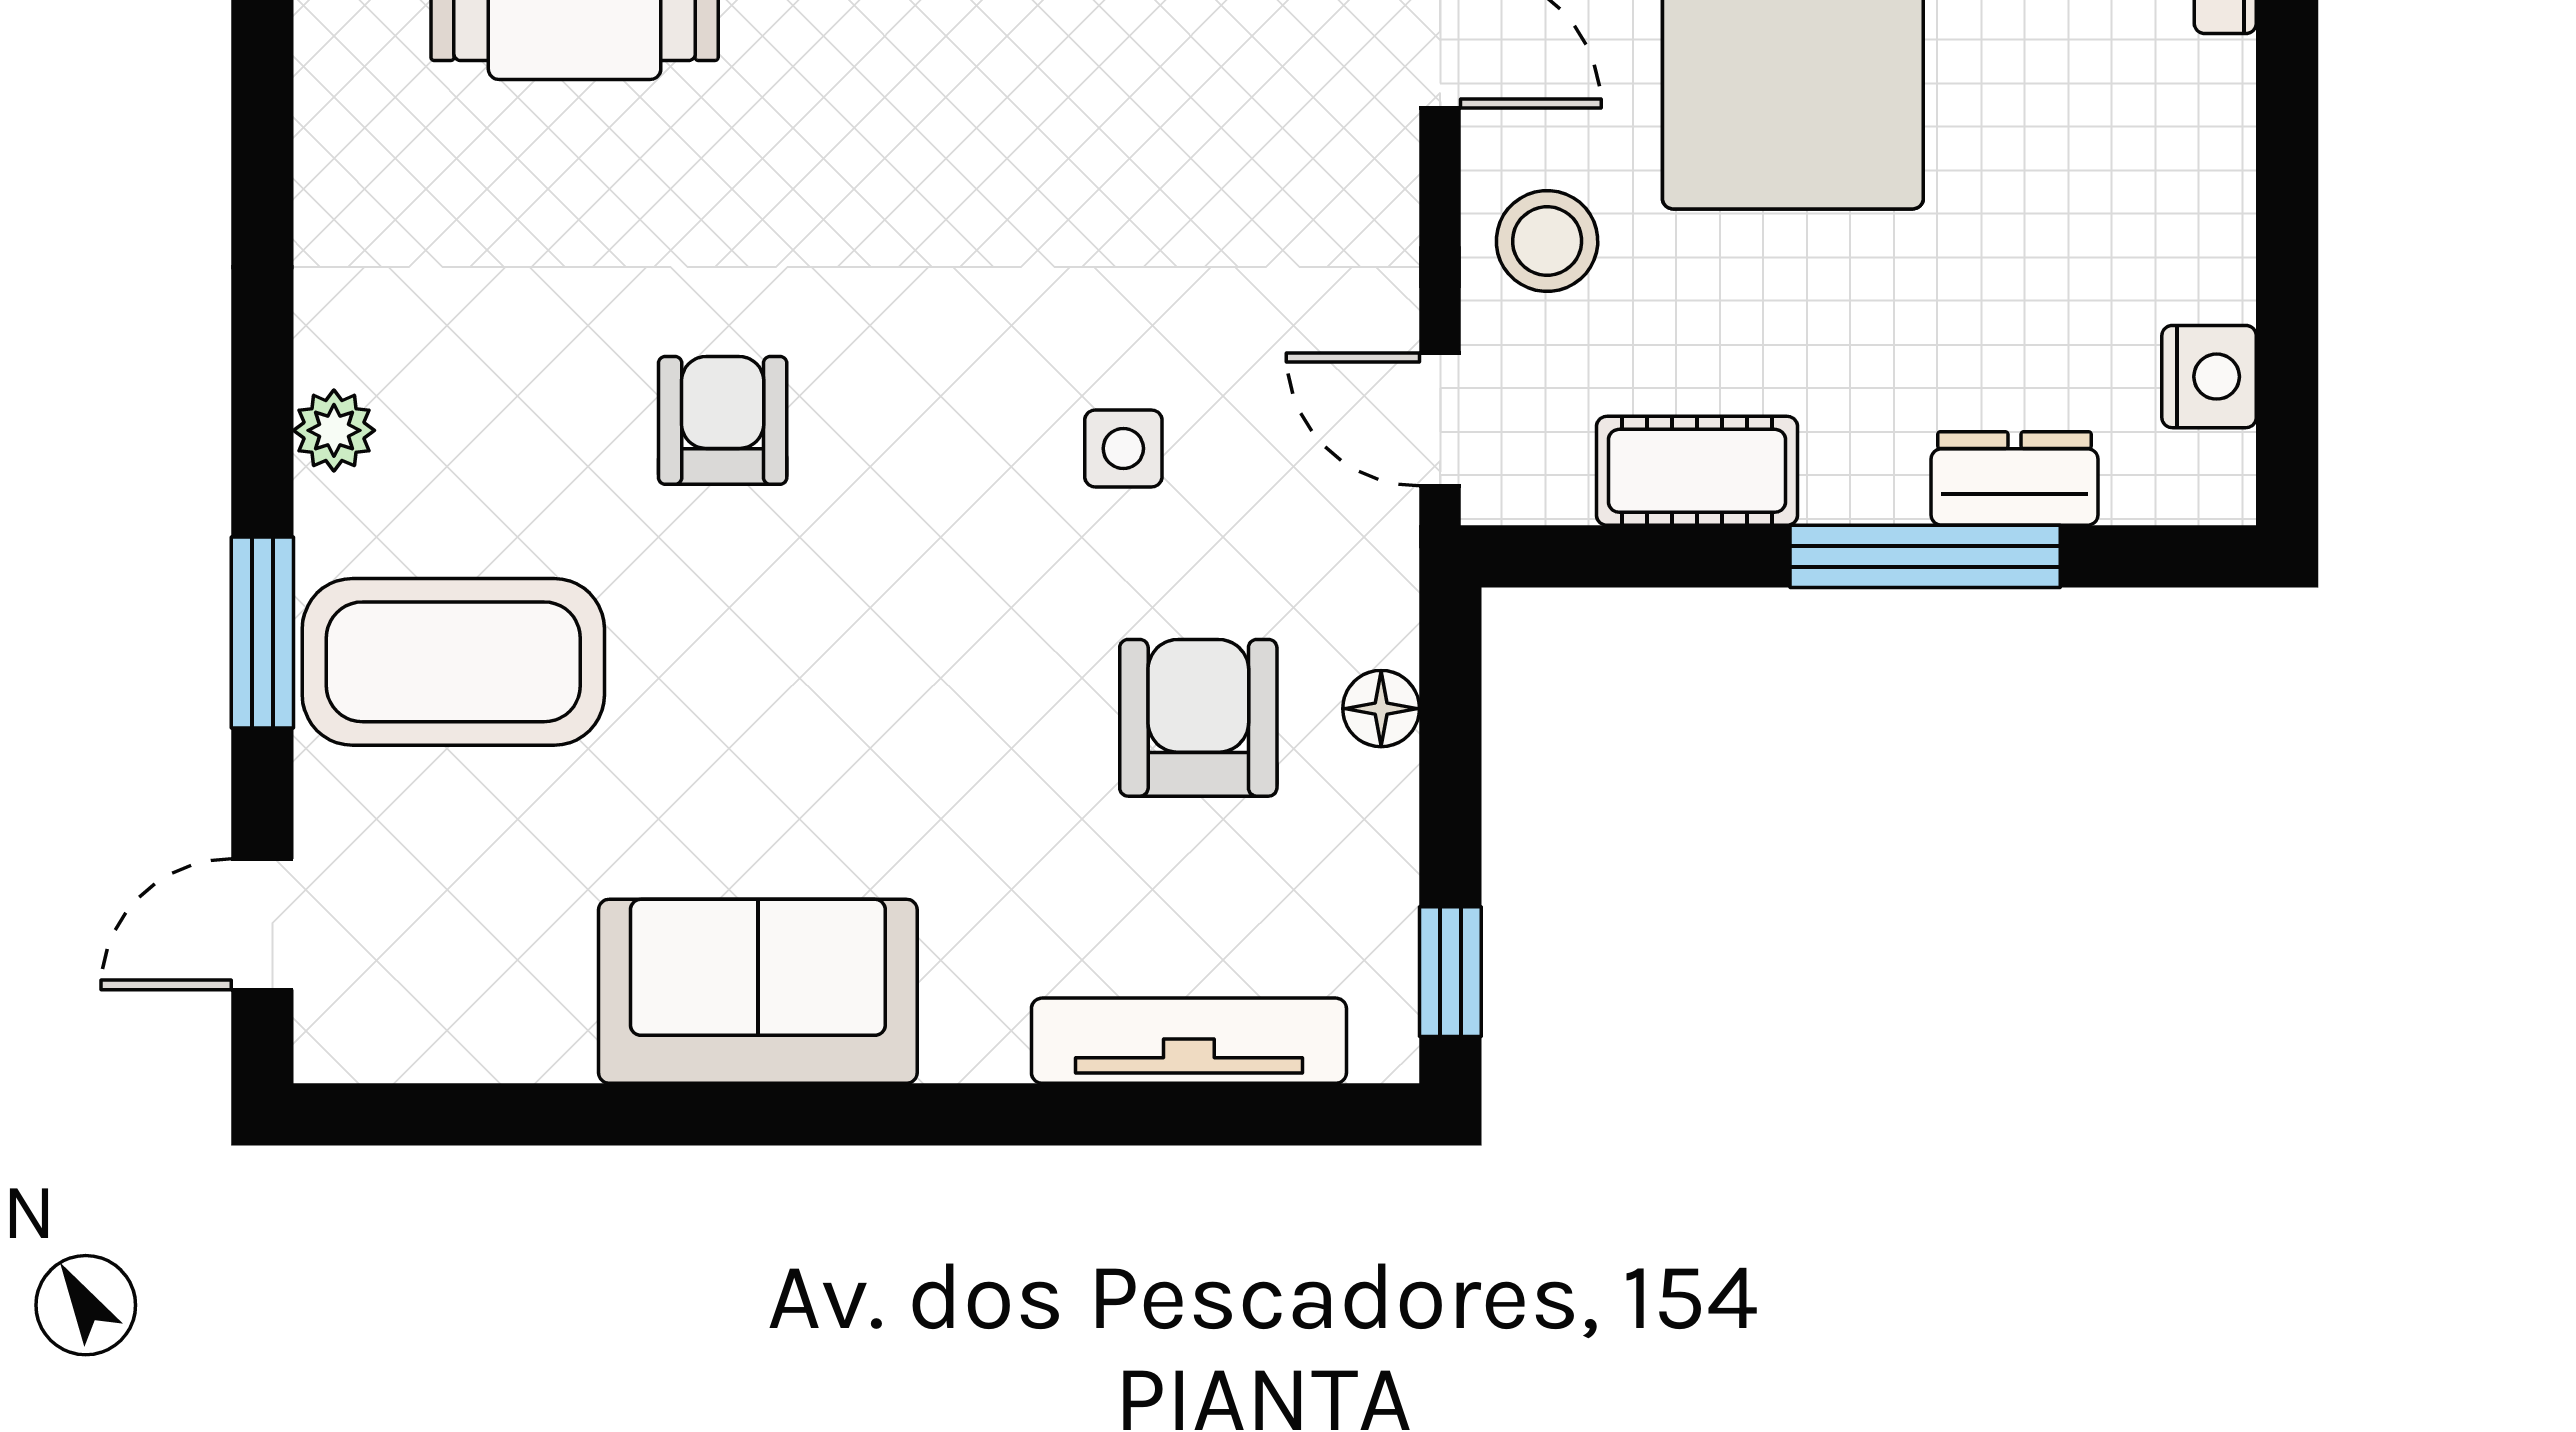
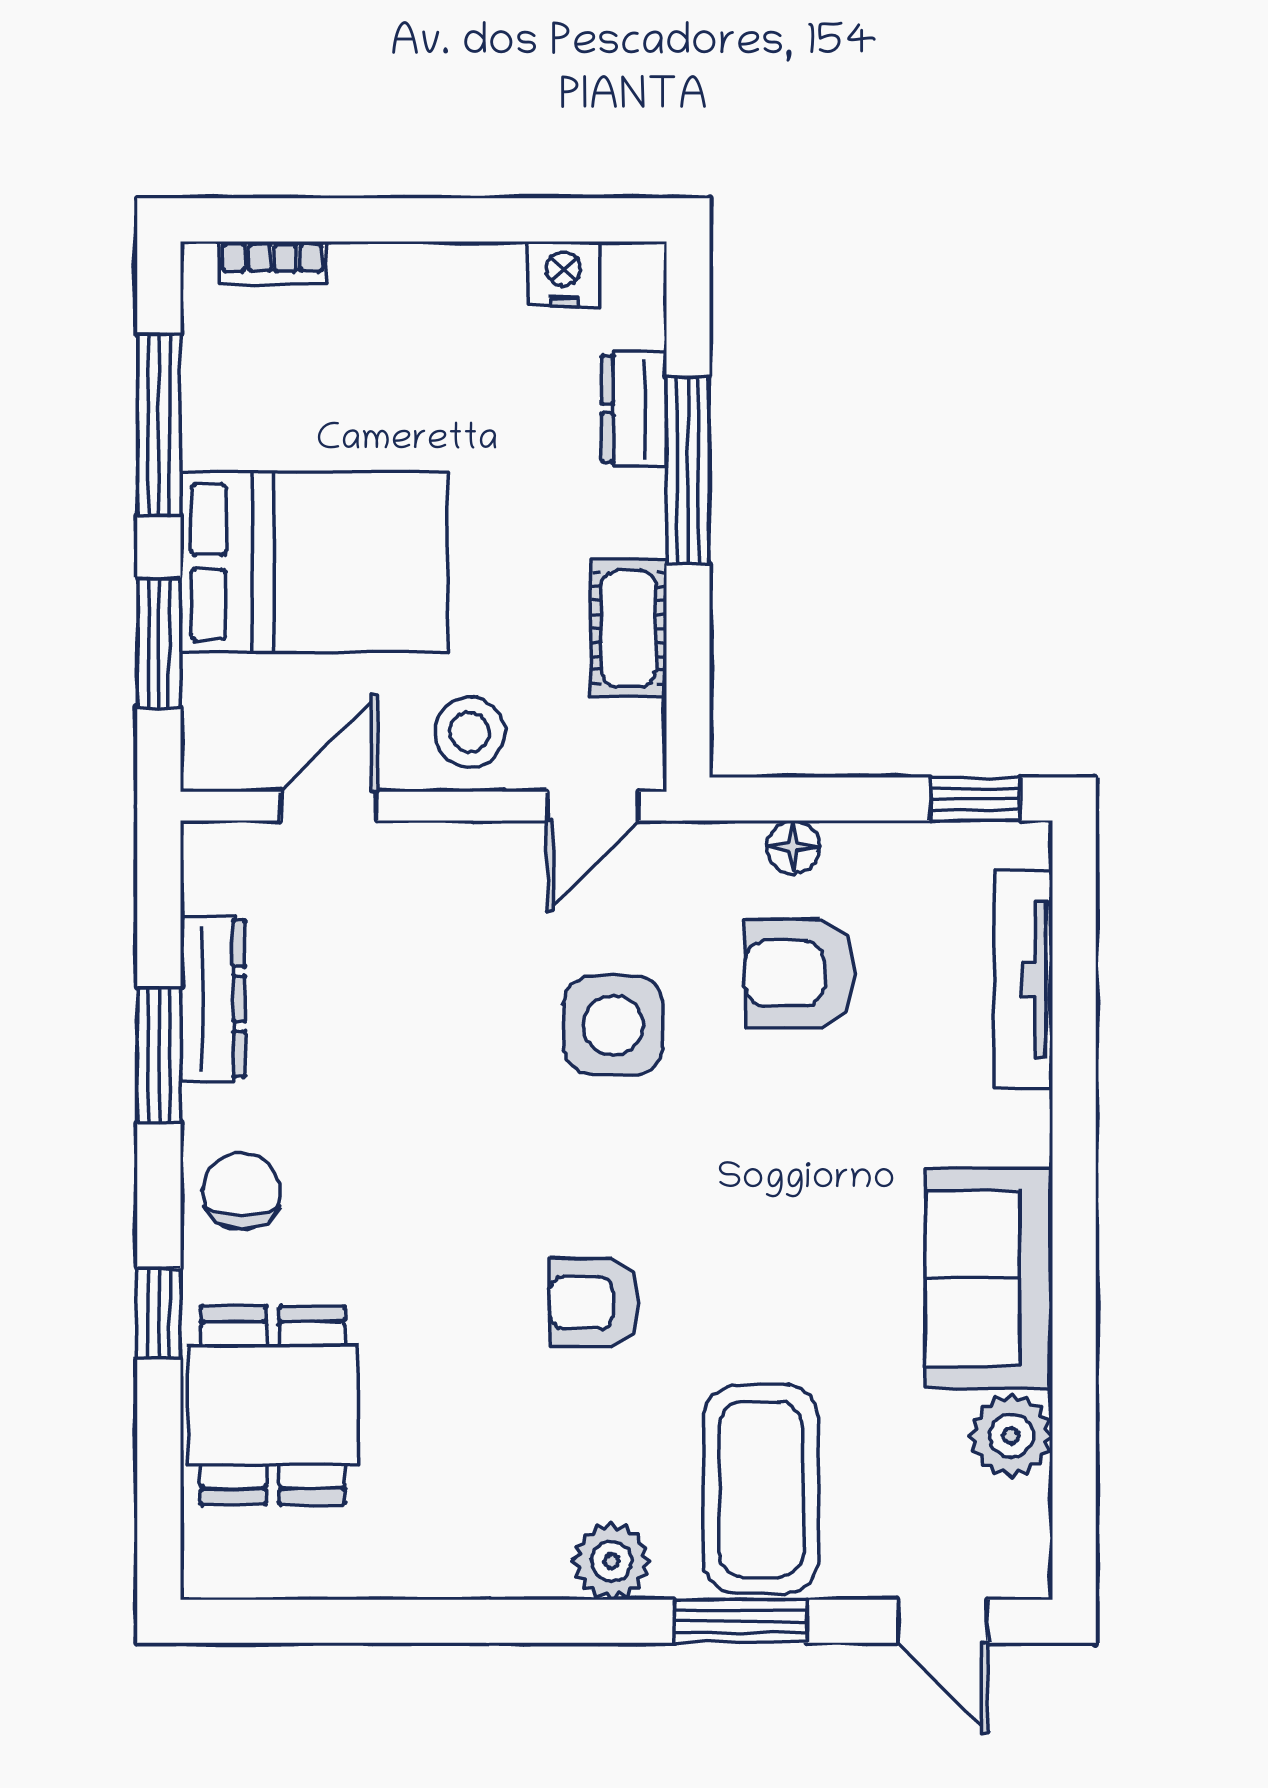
plant: (334, 430) -> (611, 1561), width x1.38, depth x1.38
side table: (1123, 448) -> (613, 1025), width x1.87, depth x1.87
plant: (530, 1023) -> (1011, 1436), added

